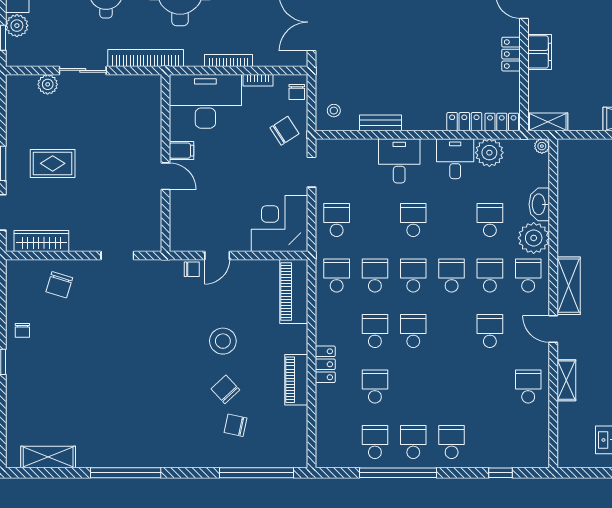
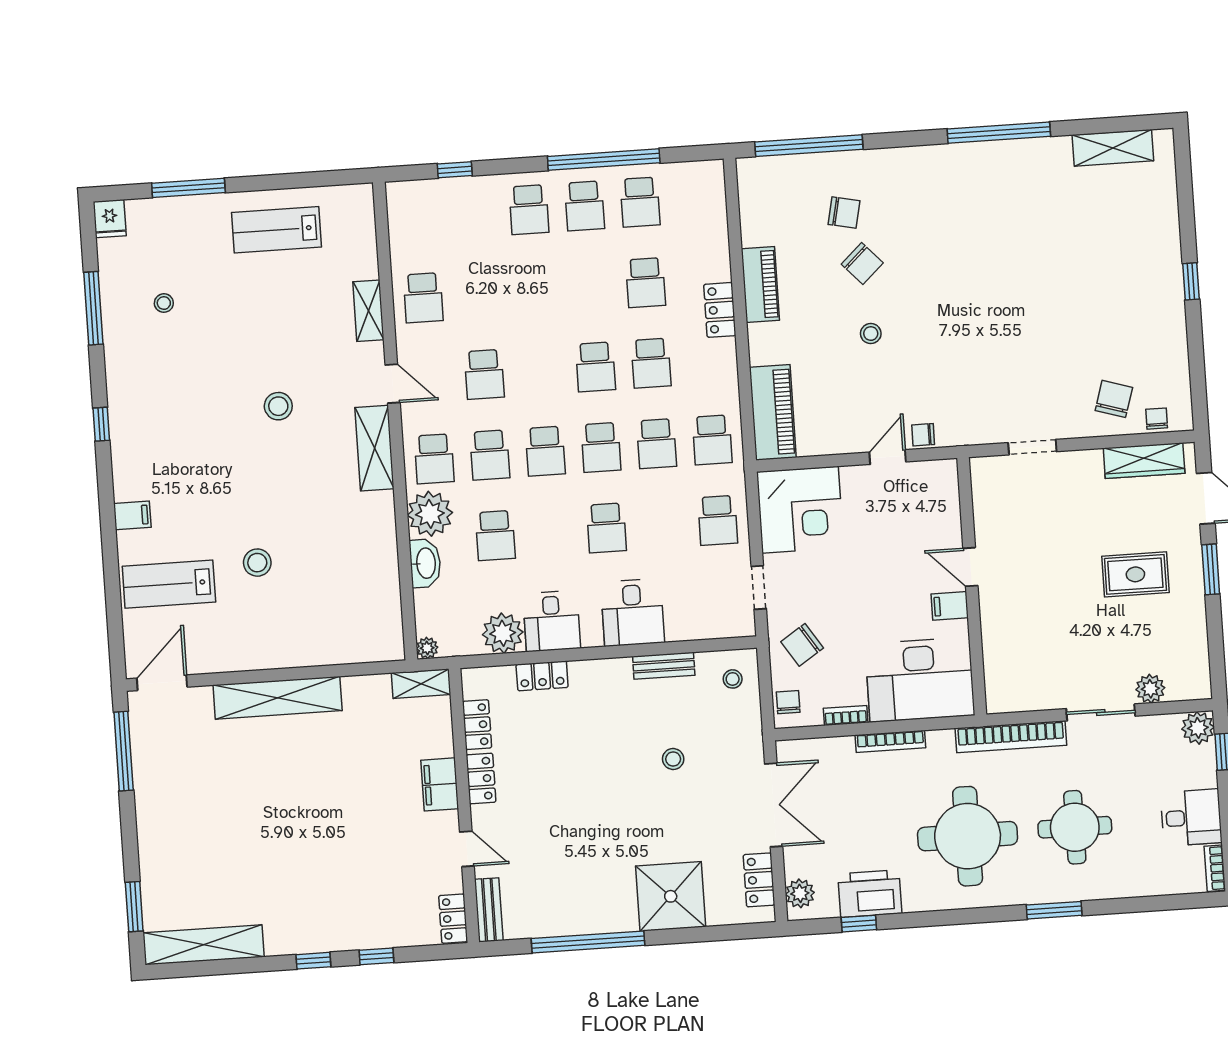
plant: (17, 26) -> (1198, 728), moved
stool: (378, 58) -> (673, 759), added
locker: (502, 122) -> (477, 725), moved, turned -90
chair: (22, 330) -> (1157, 419), moved
stool: (223, 341) -> (871, 334), width x0.53, depth x0.53

